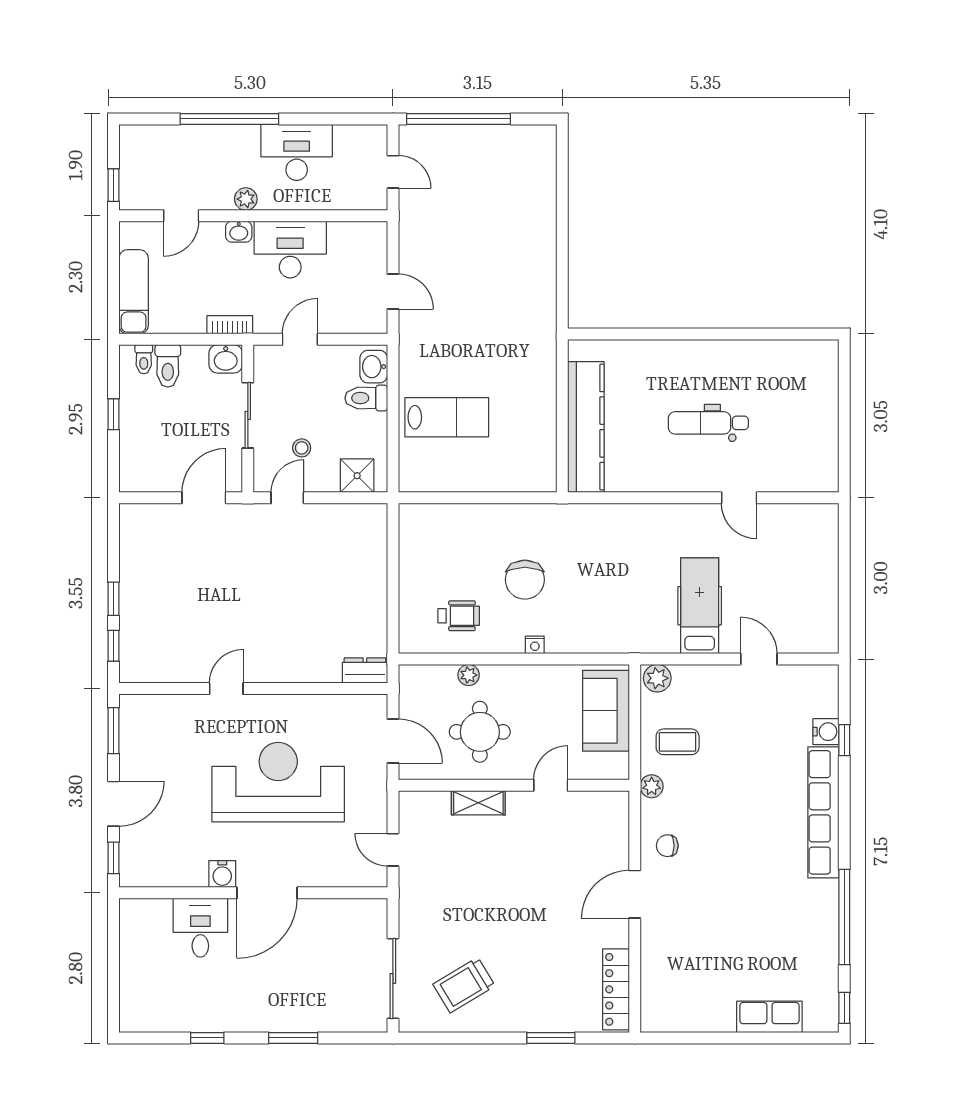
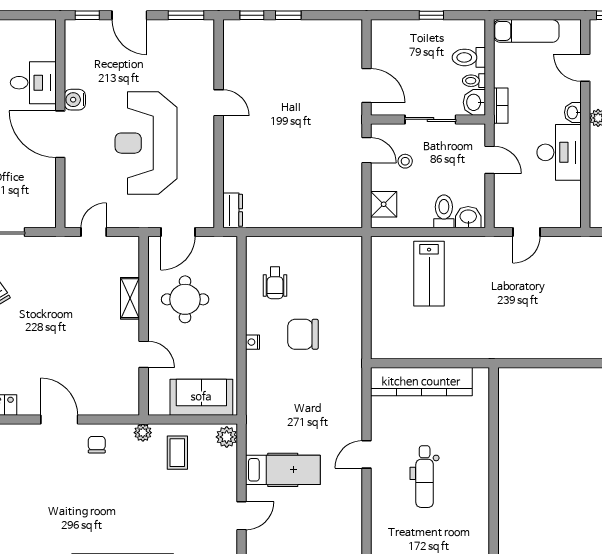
toilet: (144, 359) -> (474, 81), moved
dental chair: (708, 423) -> (425, 477), turned 180
door: (739, 498) -> (367, 454), moved
plant: (469, 675) -> (229, 291), removed
reception desk: (278, 782) -> (146, 143), turned 180

